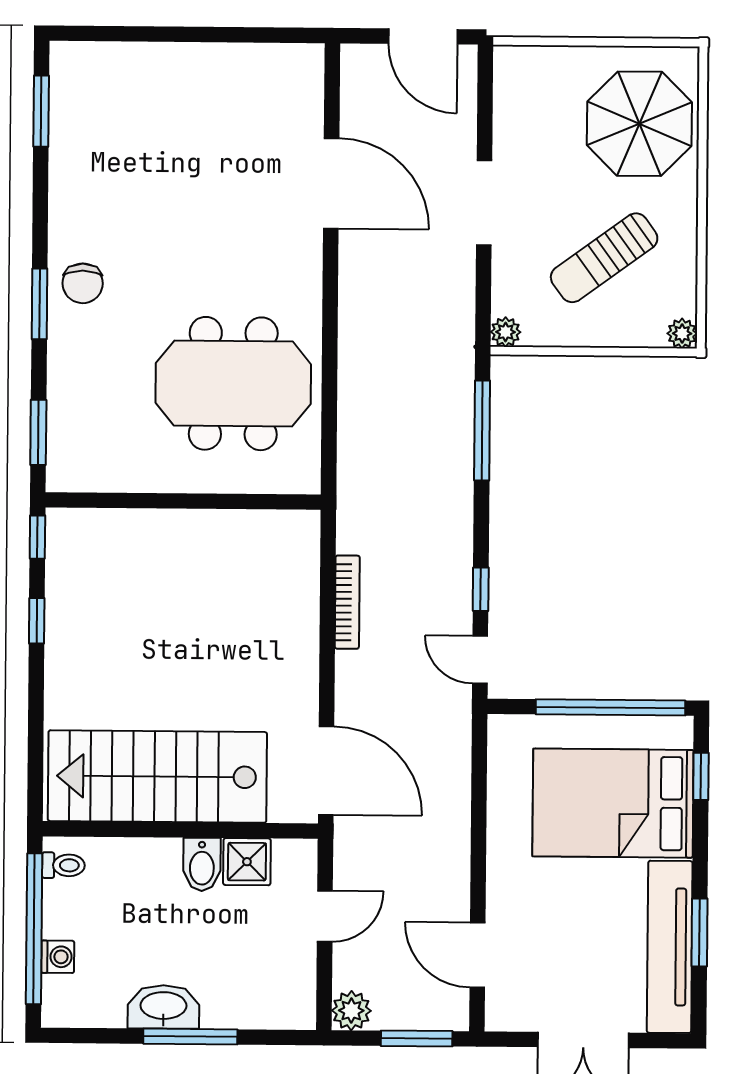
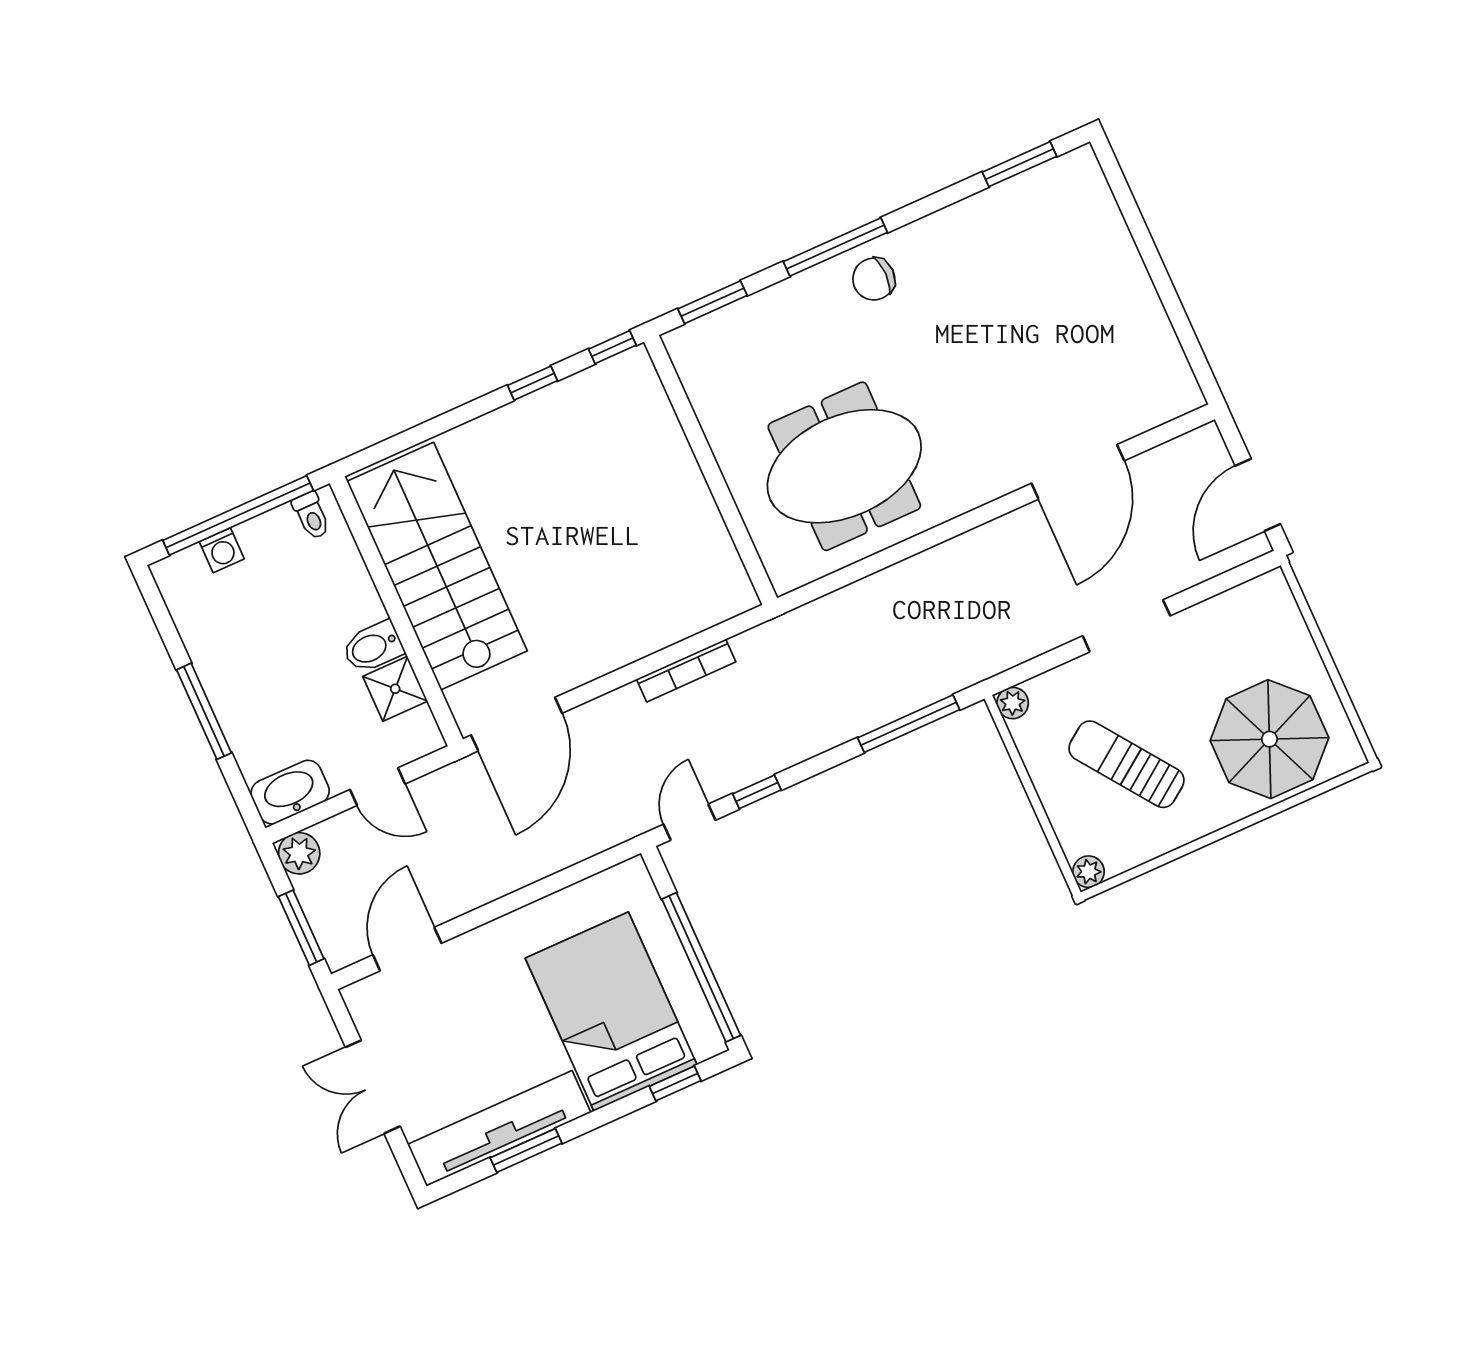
window: (39, 304) -> (835, 247), width x1.44
meeting table: (233, 384) -> (844, 466), turned 90
washbasin: (163, 1007) -> (290, 792), moved, turned -90

